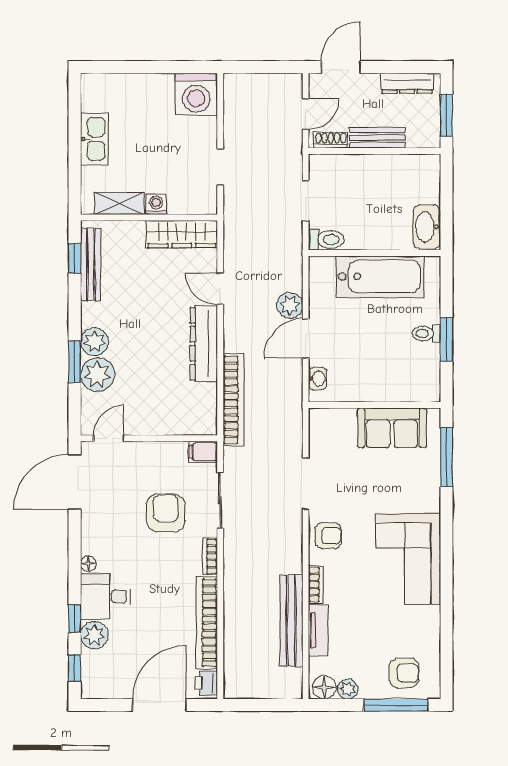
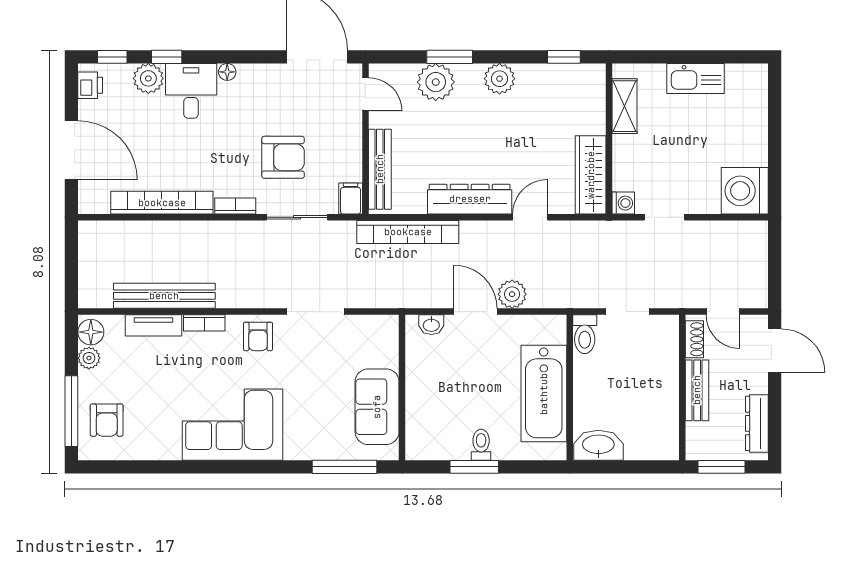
washing machine: (156, 204) -> (623, 203), moved
bench: (91, 264) -> (380, 169), moved, turned 90
plant: (94, 342) -> (500, 79), moved
printer: (206, 683) -> (90, 85), moved, turned 90

